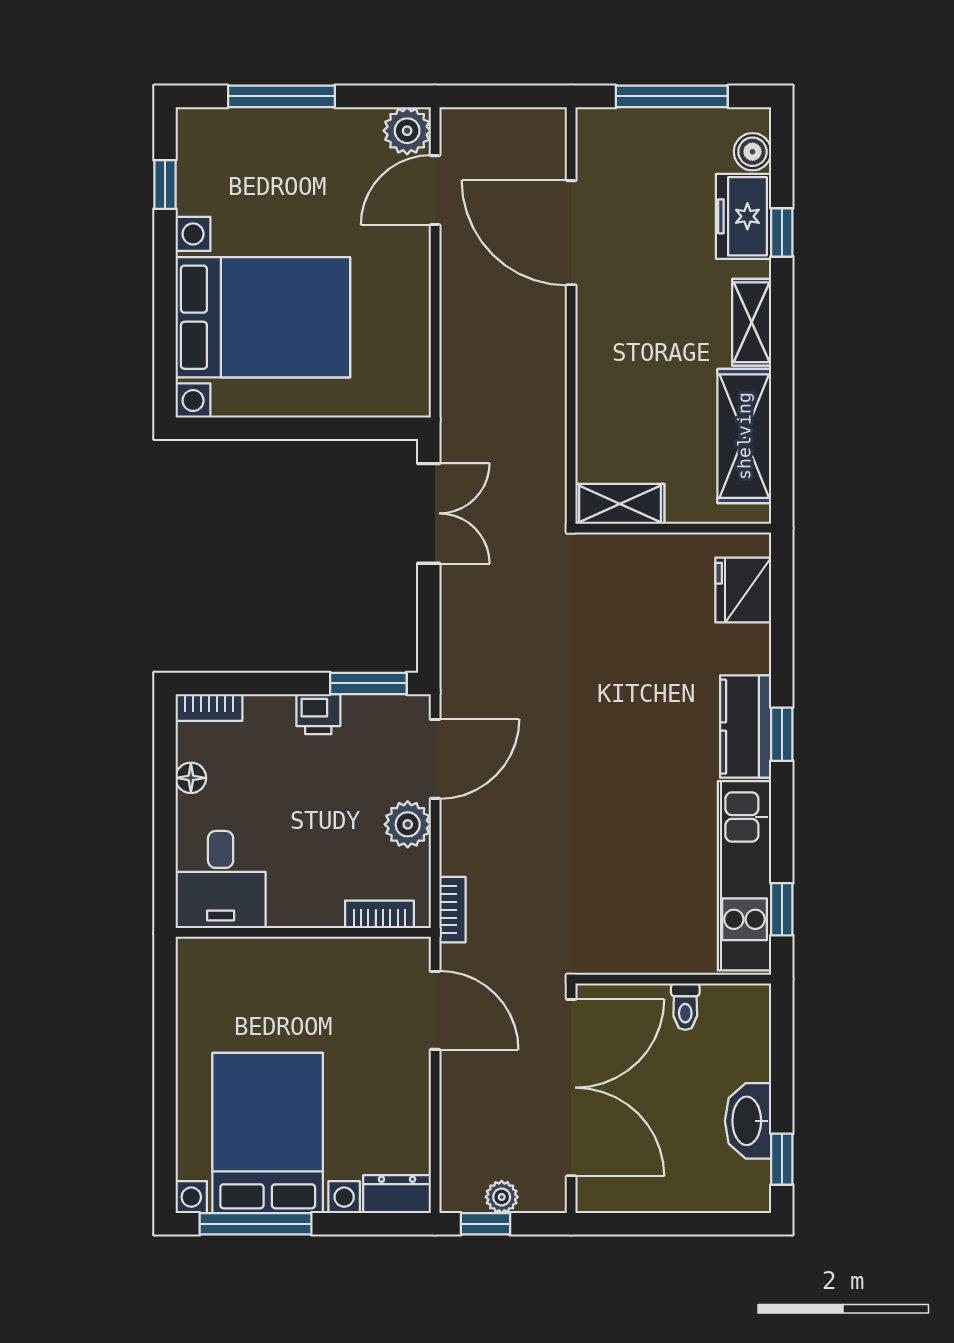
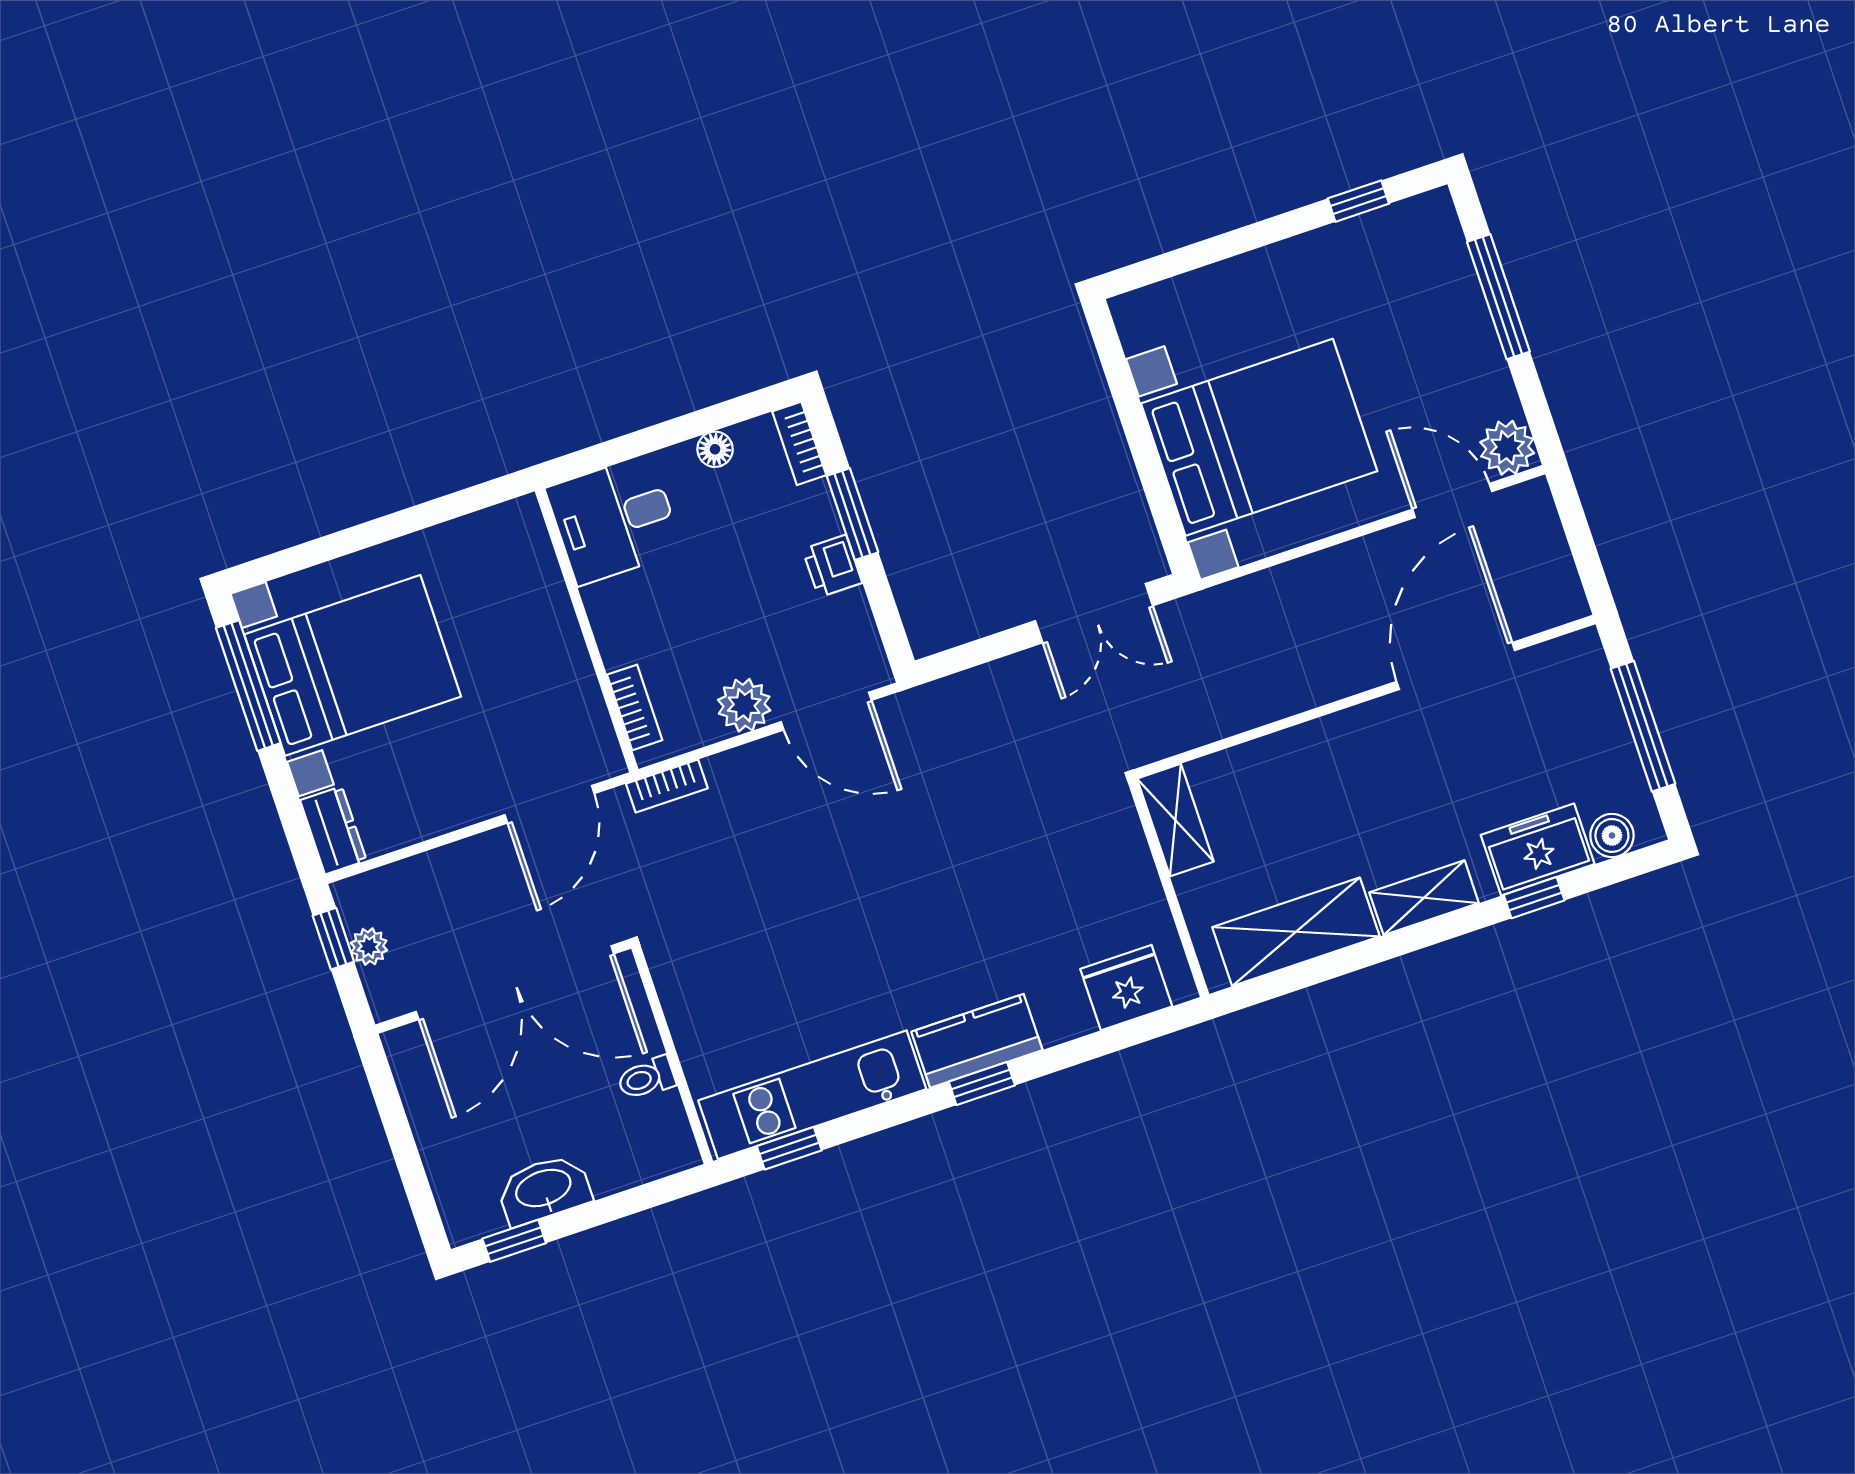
bed with nightstands: (263, 317) -> (1259, 437), moved, turned -90
window: (368, 683) -> (852, 514), moved

